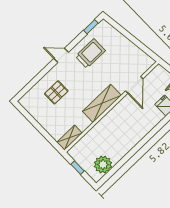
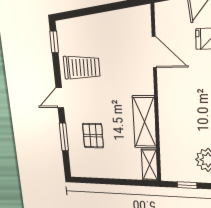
trolley: (90, 54) -> (82, 67), turned 90
window: (39, 77) -> (64, 137), added
shelving: (102, 103) -> (144, 122), moved

